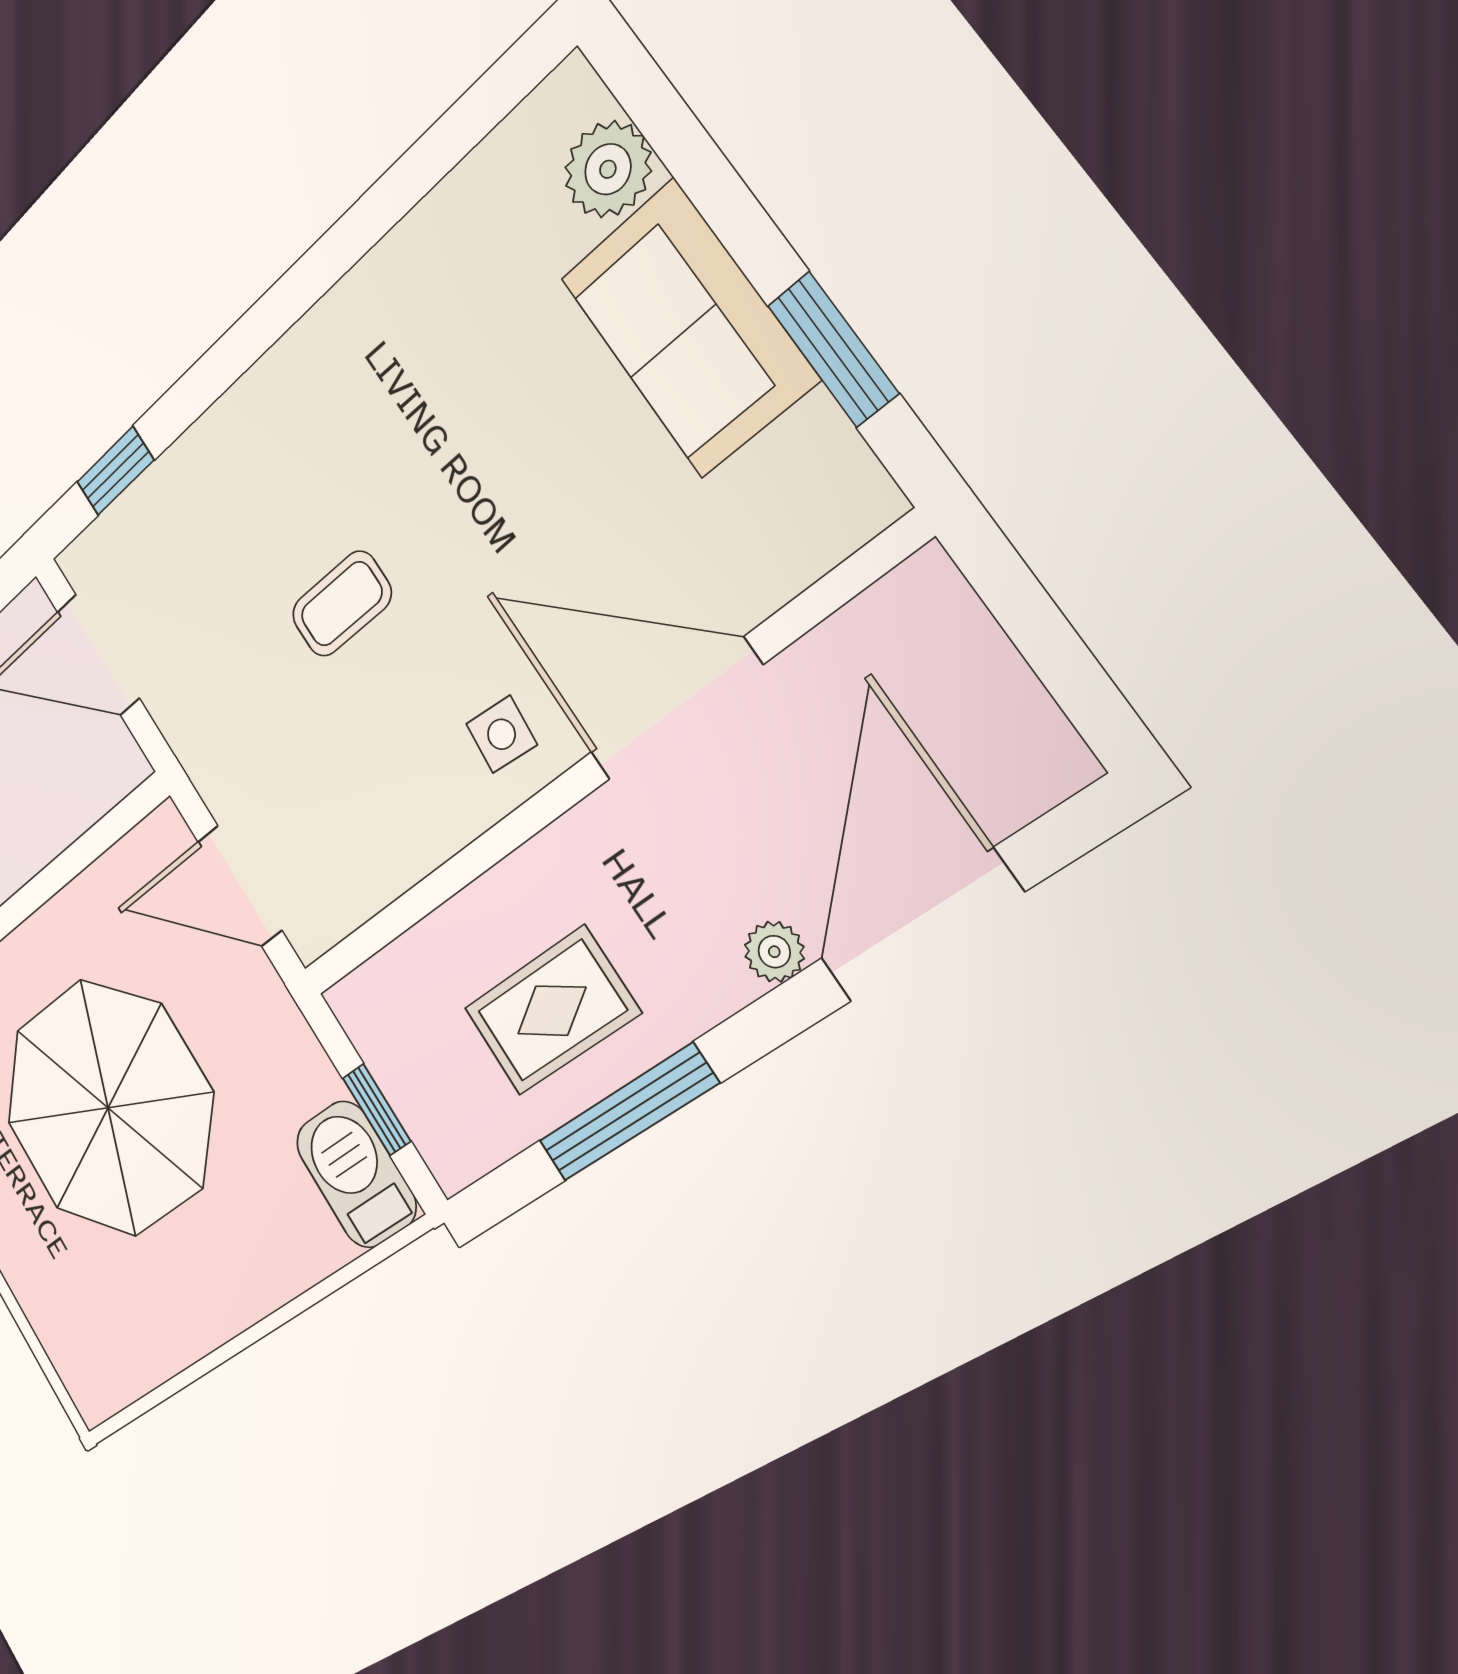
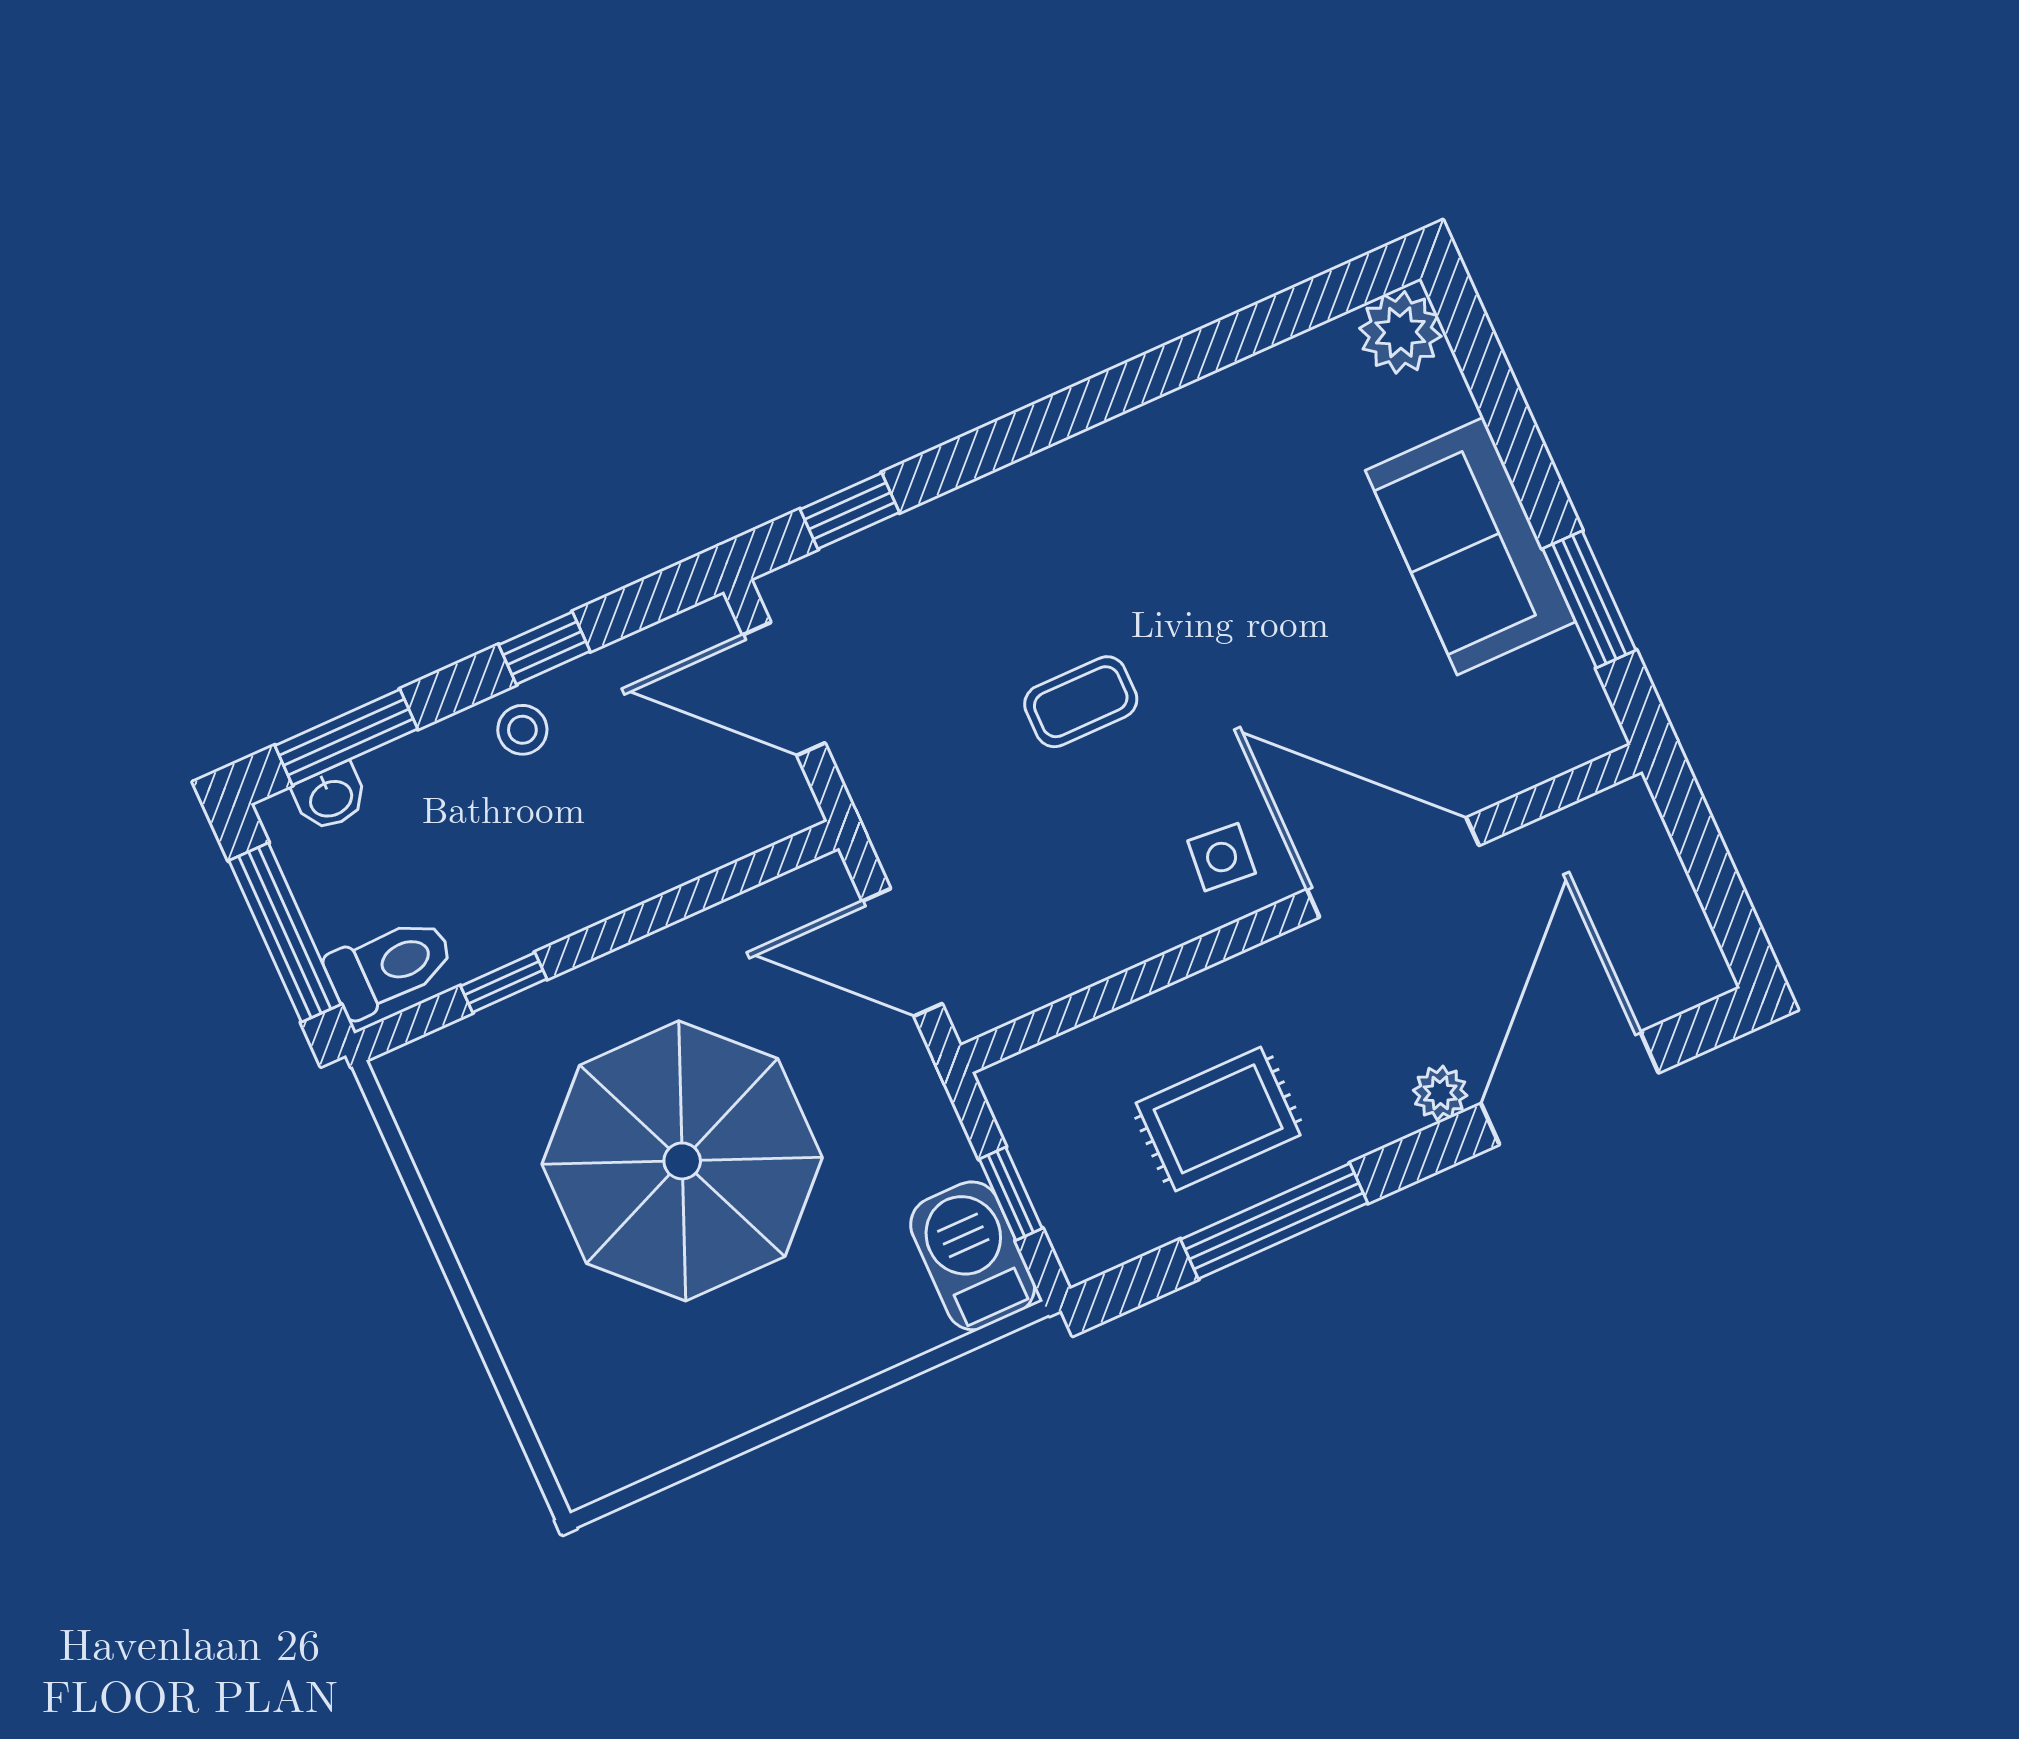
plant: (608, 169) -> (1400, 332), moved

